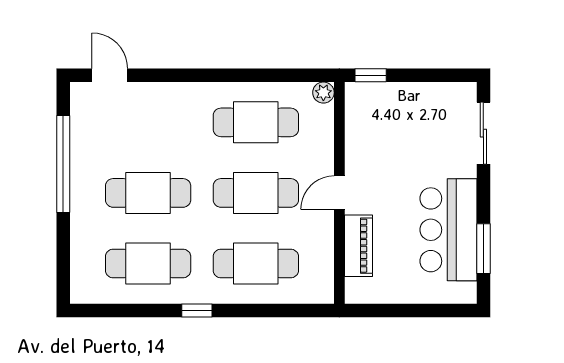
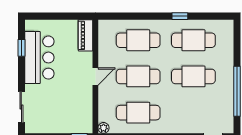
piano: (358, 246) -> (86, 35), moved
window: (483, 249) -> (21, 48), width x0.67
window: (197, 311) -> (180, 16), moved

